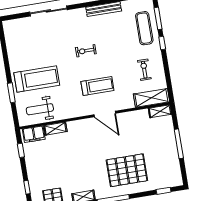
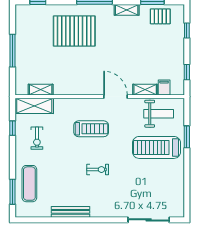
sliding door: (48, 11) -> (149, 220), moved
window: (162, 43) -> (13, 128), moved
treadmill: (97, 86) -> (91, 129), turned 180
shelving: (160, 111) -> (41, 90), moved
door: (105, 114) -> (116, 97), moved
filing cabinet: (34, 134) -> (164, 87), width x0.50

